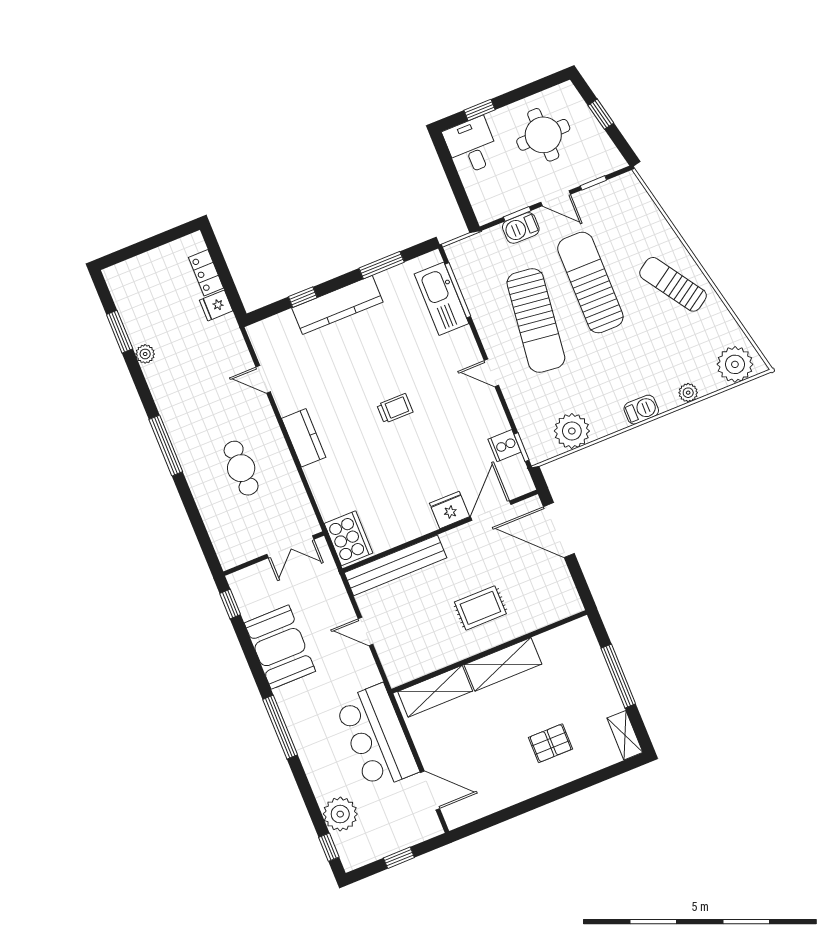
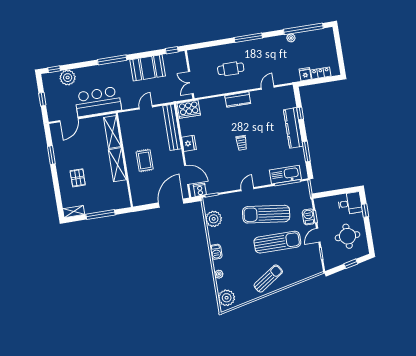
window: (120, 332) -> (303, 29), width x2.11
cooker: (504, 446) -> (200, 190), moved
fridge: (449, 510) -> (189, 143), moved
window: (515, 811) -> (51, 155), added

